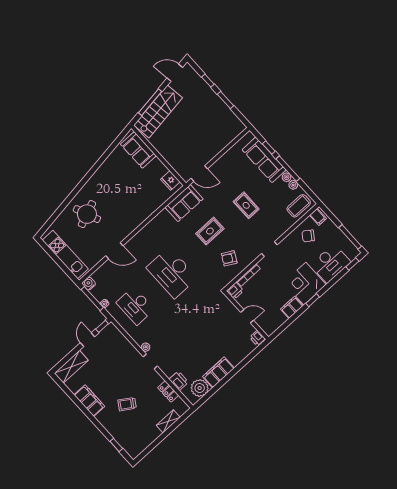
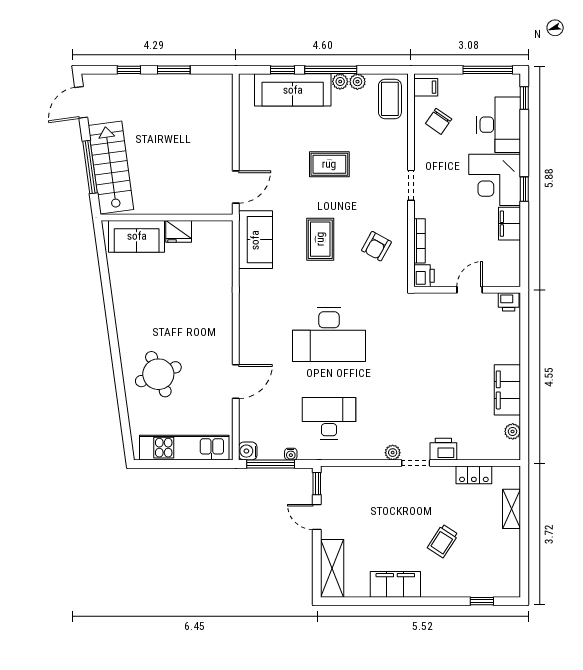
fridge: (170, 181) -> (179, 231), moved
desk: (135, 306) -> (329, 418), turned 180
printer: (179, 381) -> (443, 449), moved
plant: (200, 388) -> (513, 431), width x0.53, depth x0.53

